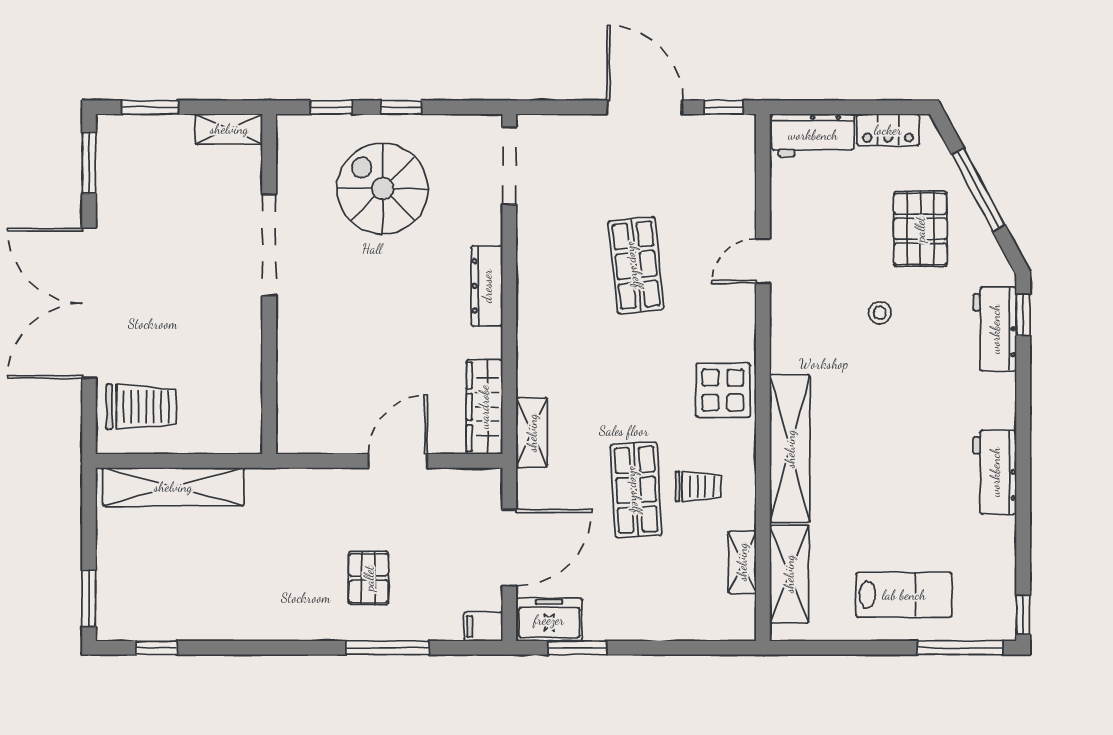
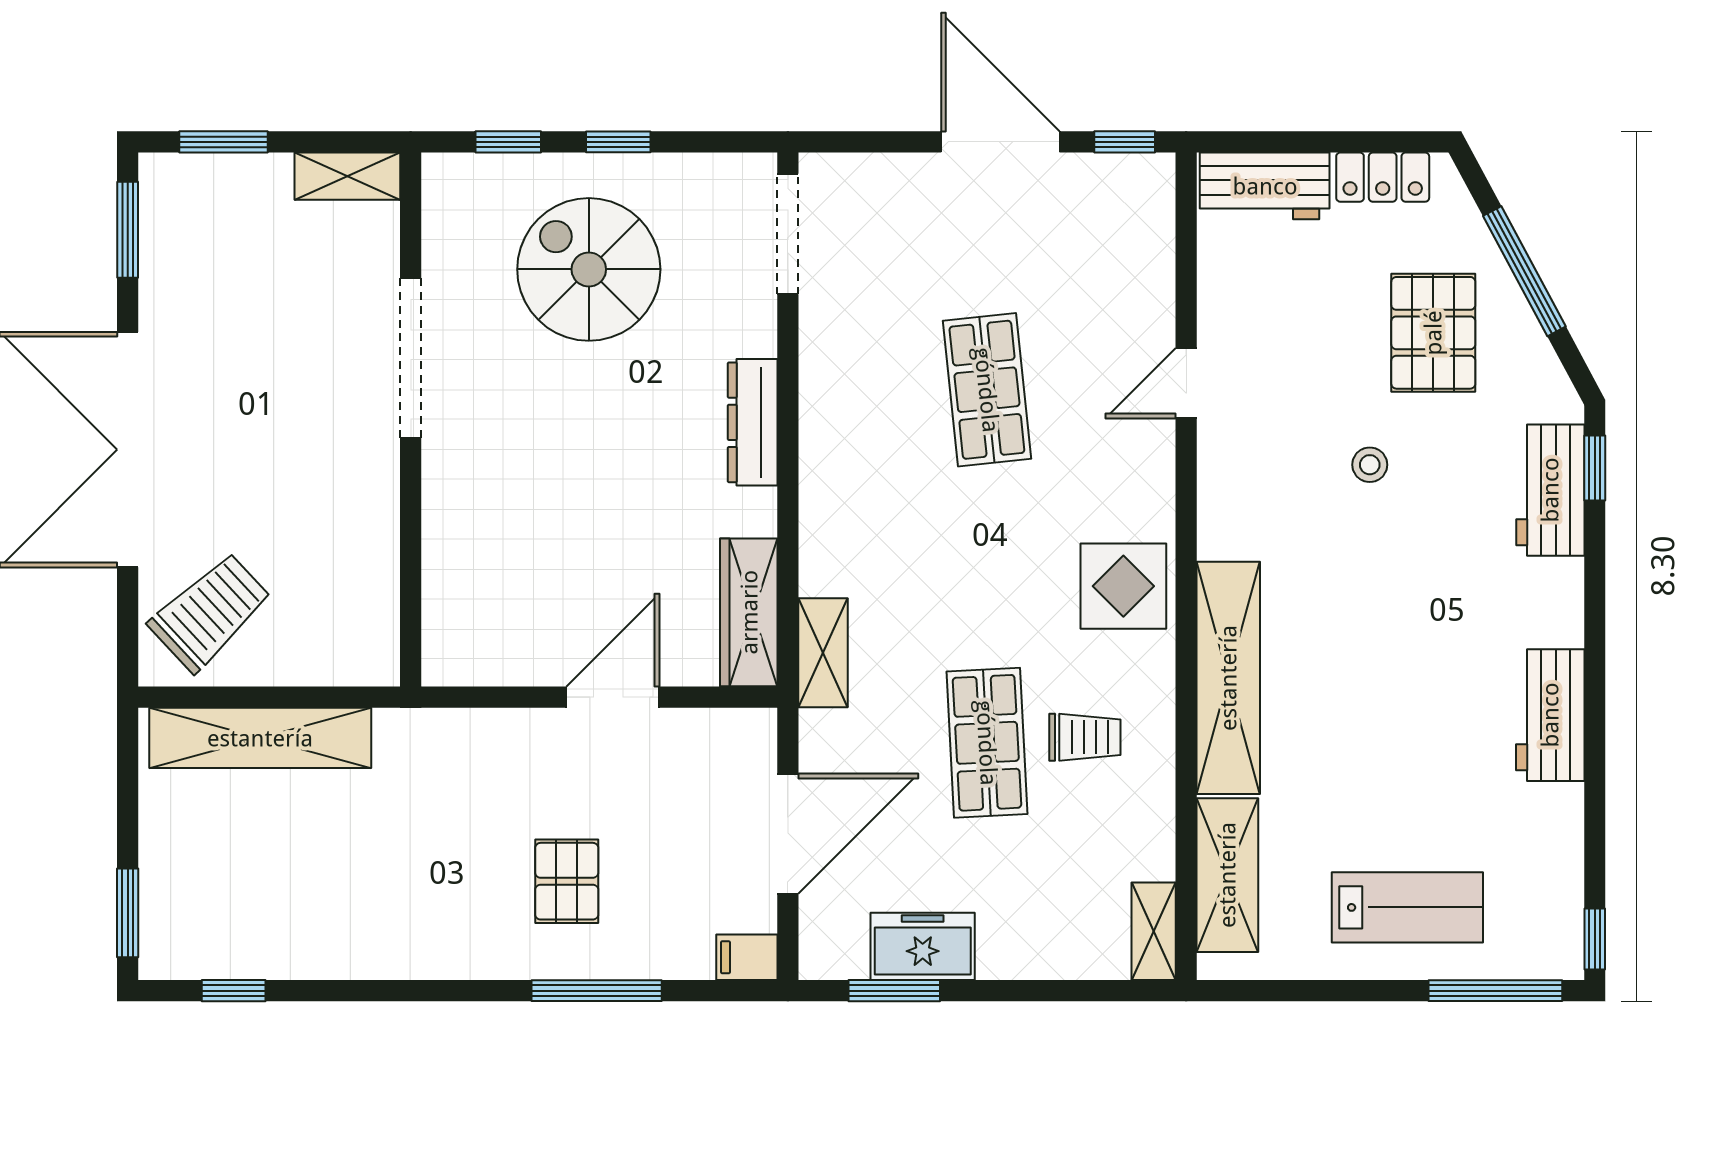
trolley: (141, 407) -> (210, 612), turned -43
shelving: (742, 562) -> (1154, 931), moved
freezer: (549, 620) -> (923, 946), moved

